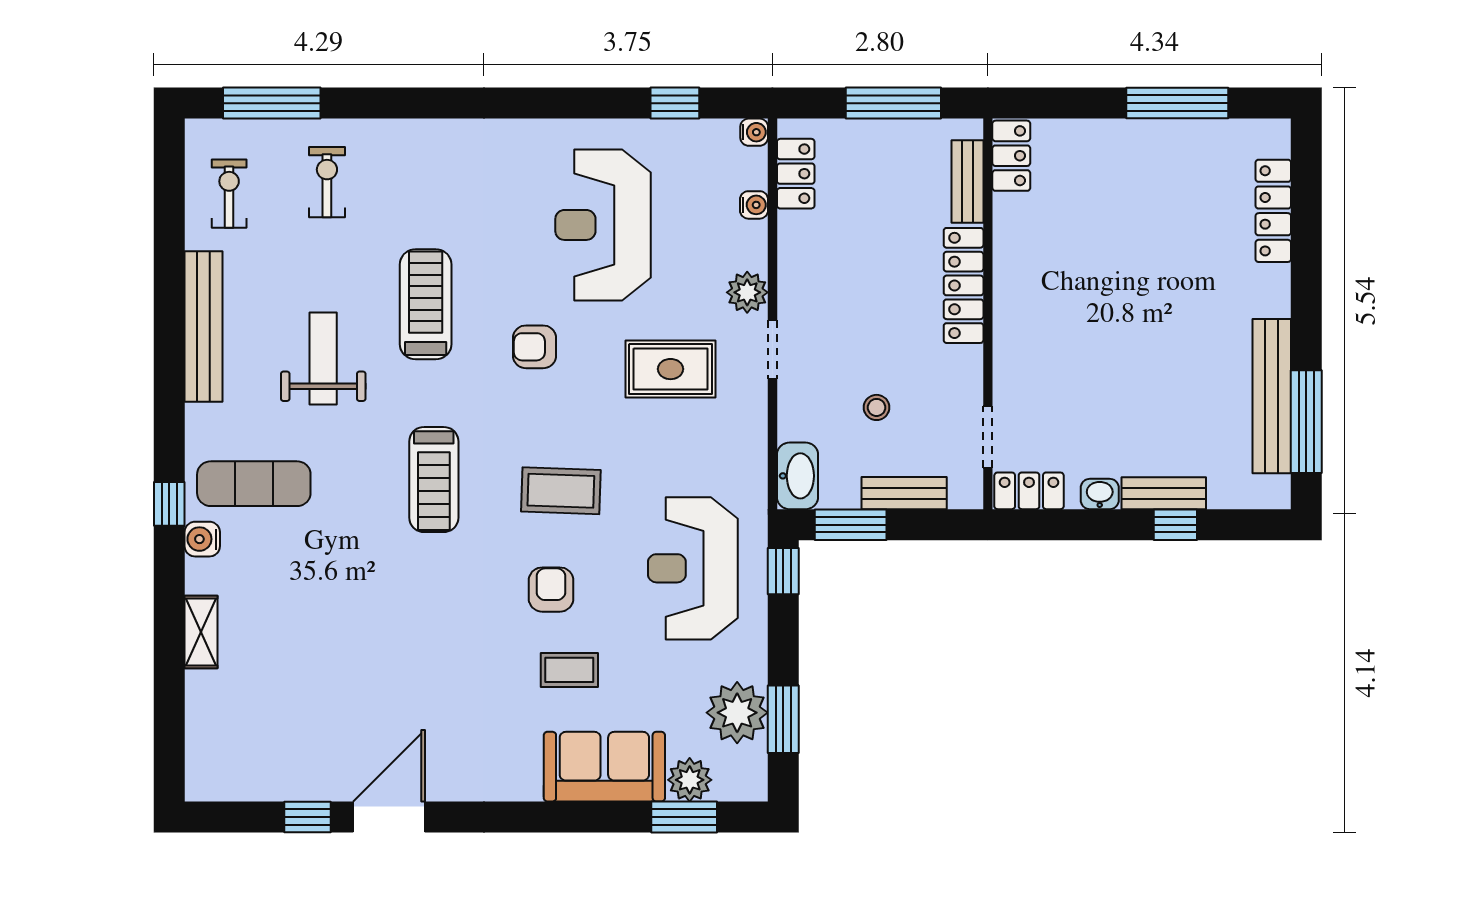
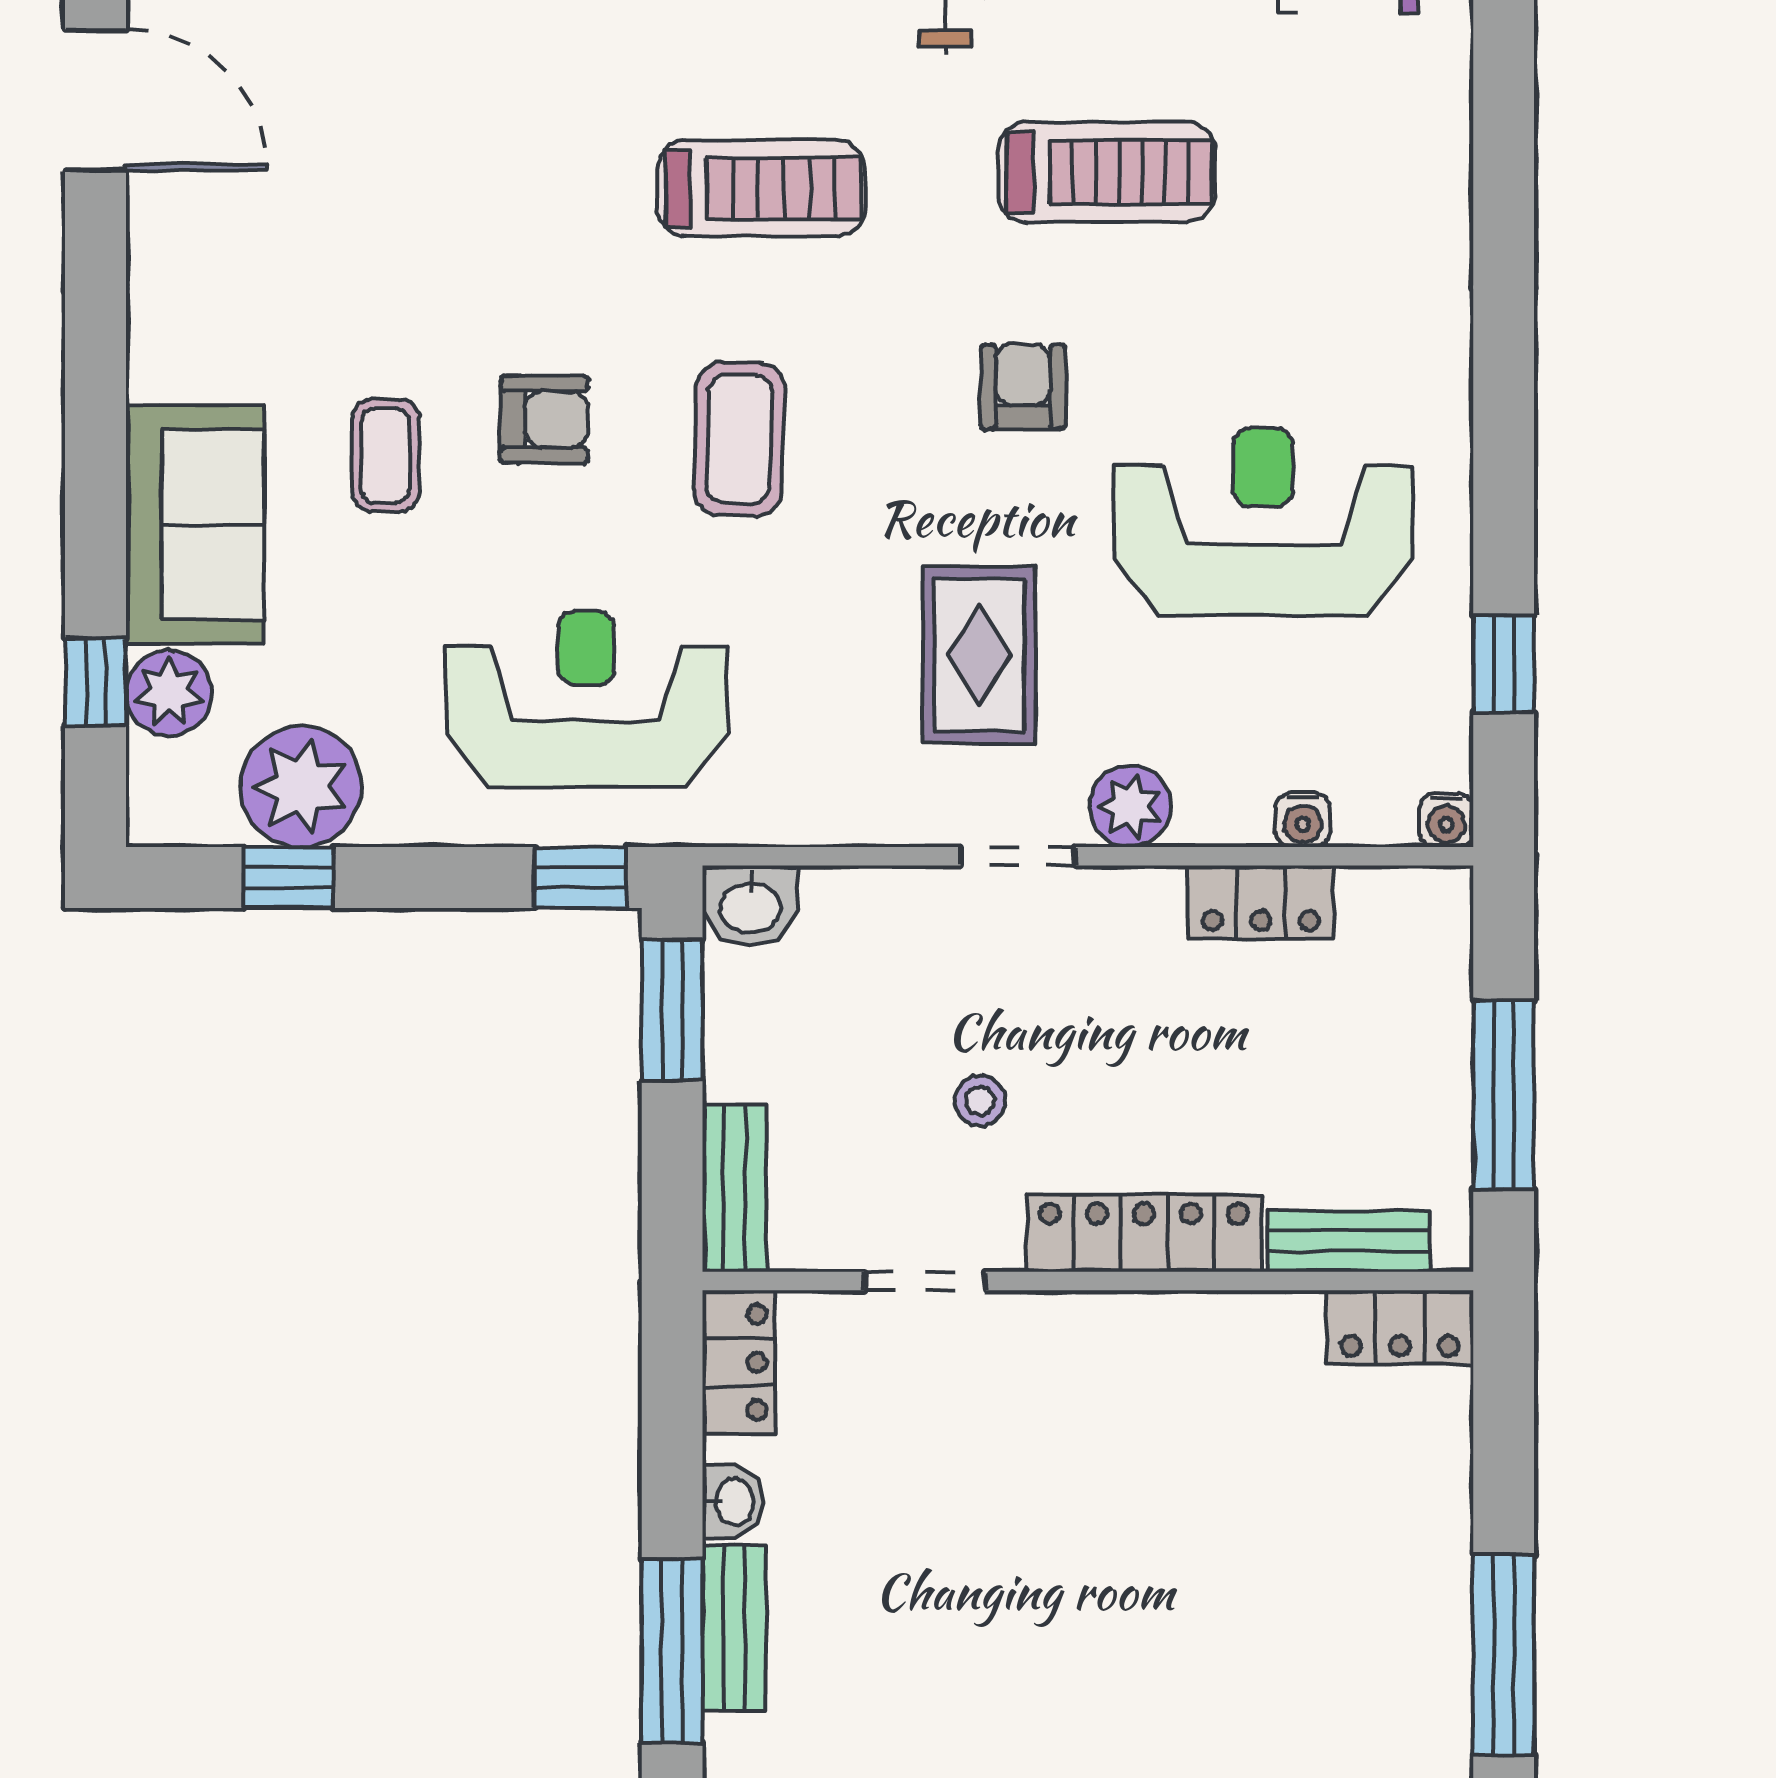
locker: (796, 174) -> (1261, 902), moved
stool: (877, 407) -> (980, 1101), moved
doorway: (988, 437) -> (925, 1281), moved
washbasin: (798, 476) -> (750, 906), width x0.72
treadmill: (434, 480) -> (761, 188), turned 180
bench: (904, 493) -> (735, 1188), moved
window: (1175, 525) -> (672, 1651), width x2.17
window: (783, 719) -> (288, 877), width x0.67
window: (684, 817) -> (96, 682), width x0.67

